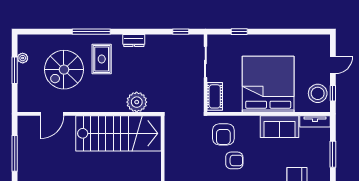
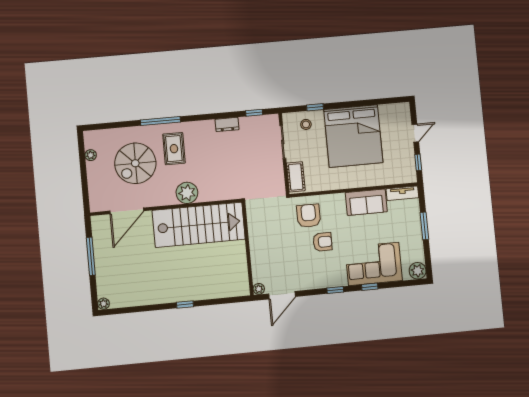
dresser: (134, 41) -> (227, 124), moved
window: (15, 70) -> (83, 169), removed
bed: (268, 84) -> (353, 136), moved, turned 180
stool: (318, 93) -> (306, 124), moved, width x0.53, depth x0.53
plant: (137, 102) -> (187, 193), moved
door: (52, 114) -> (127, 211), width x1.36
armchair: (223, 134) -> (309, 216), turned 180

